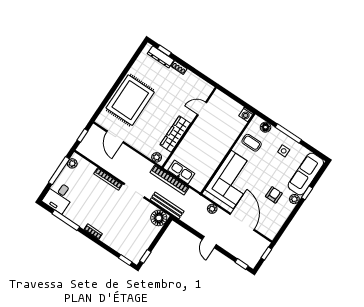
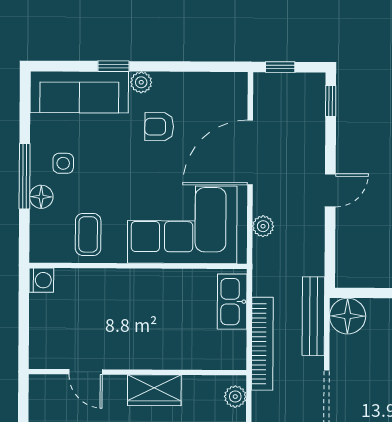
floor lamp: (266, 127) -> (41, 197), moved
wardrobe: (175, 134) -> (154, 390), width x0.67
kitchen sink: (181, 172) -> (232, 302), moved

